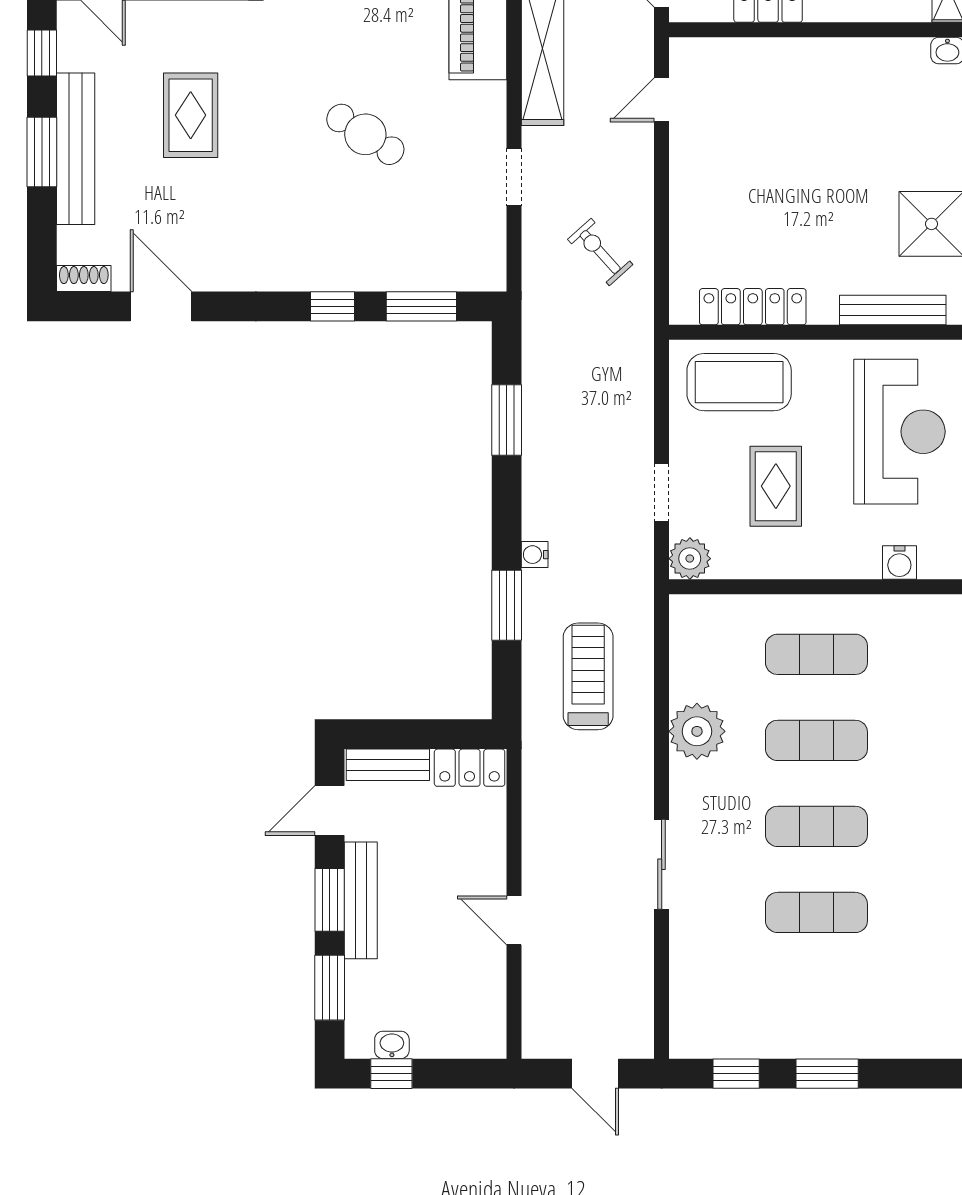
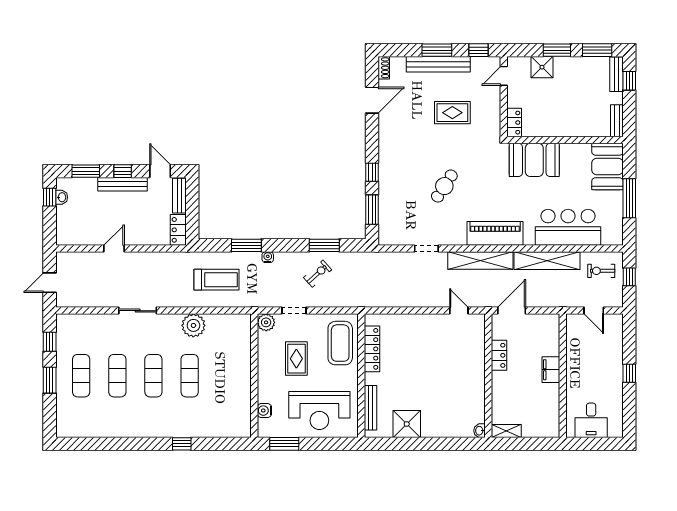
exercise bike: (600, 252) -> (318, 274), moved
rug: (776, 486) -> (296, 359), turned 90
exercise mat: (816, 654) -> (81, 376), moved
window: (330, 900) -> (123, 171), width x0.67

